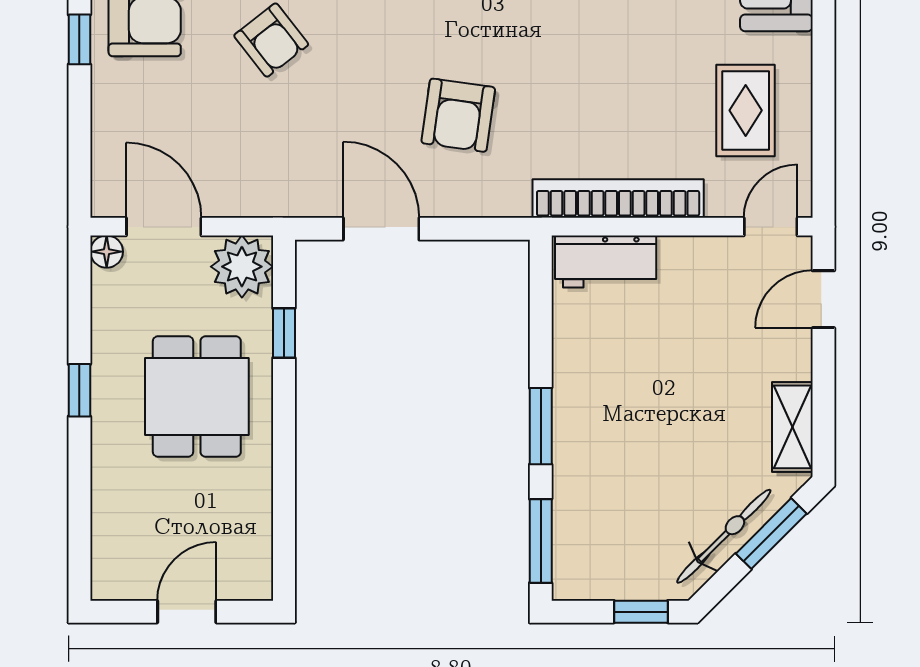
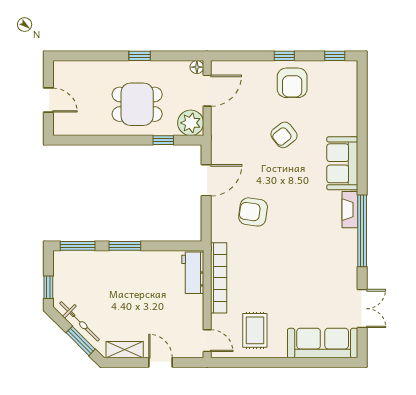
rug: (746, 110) -> (255, 330), turned 90
door: (823, 299) -> (160, 362), moved

